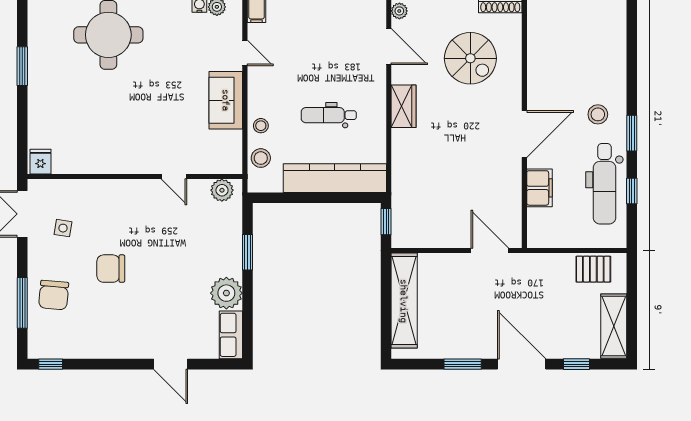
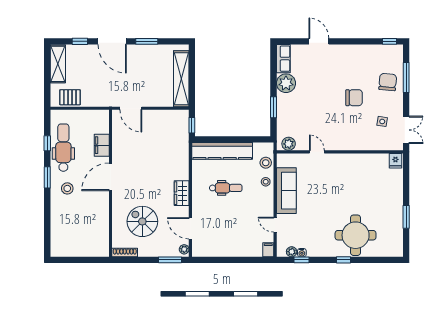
sofa: (226, 100) -> (286, 191), width x1.36

